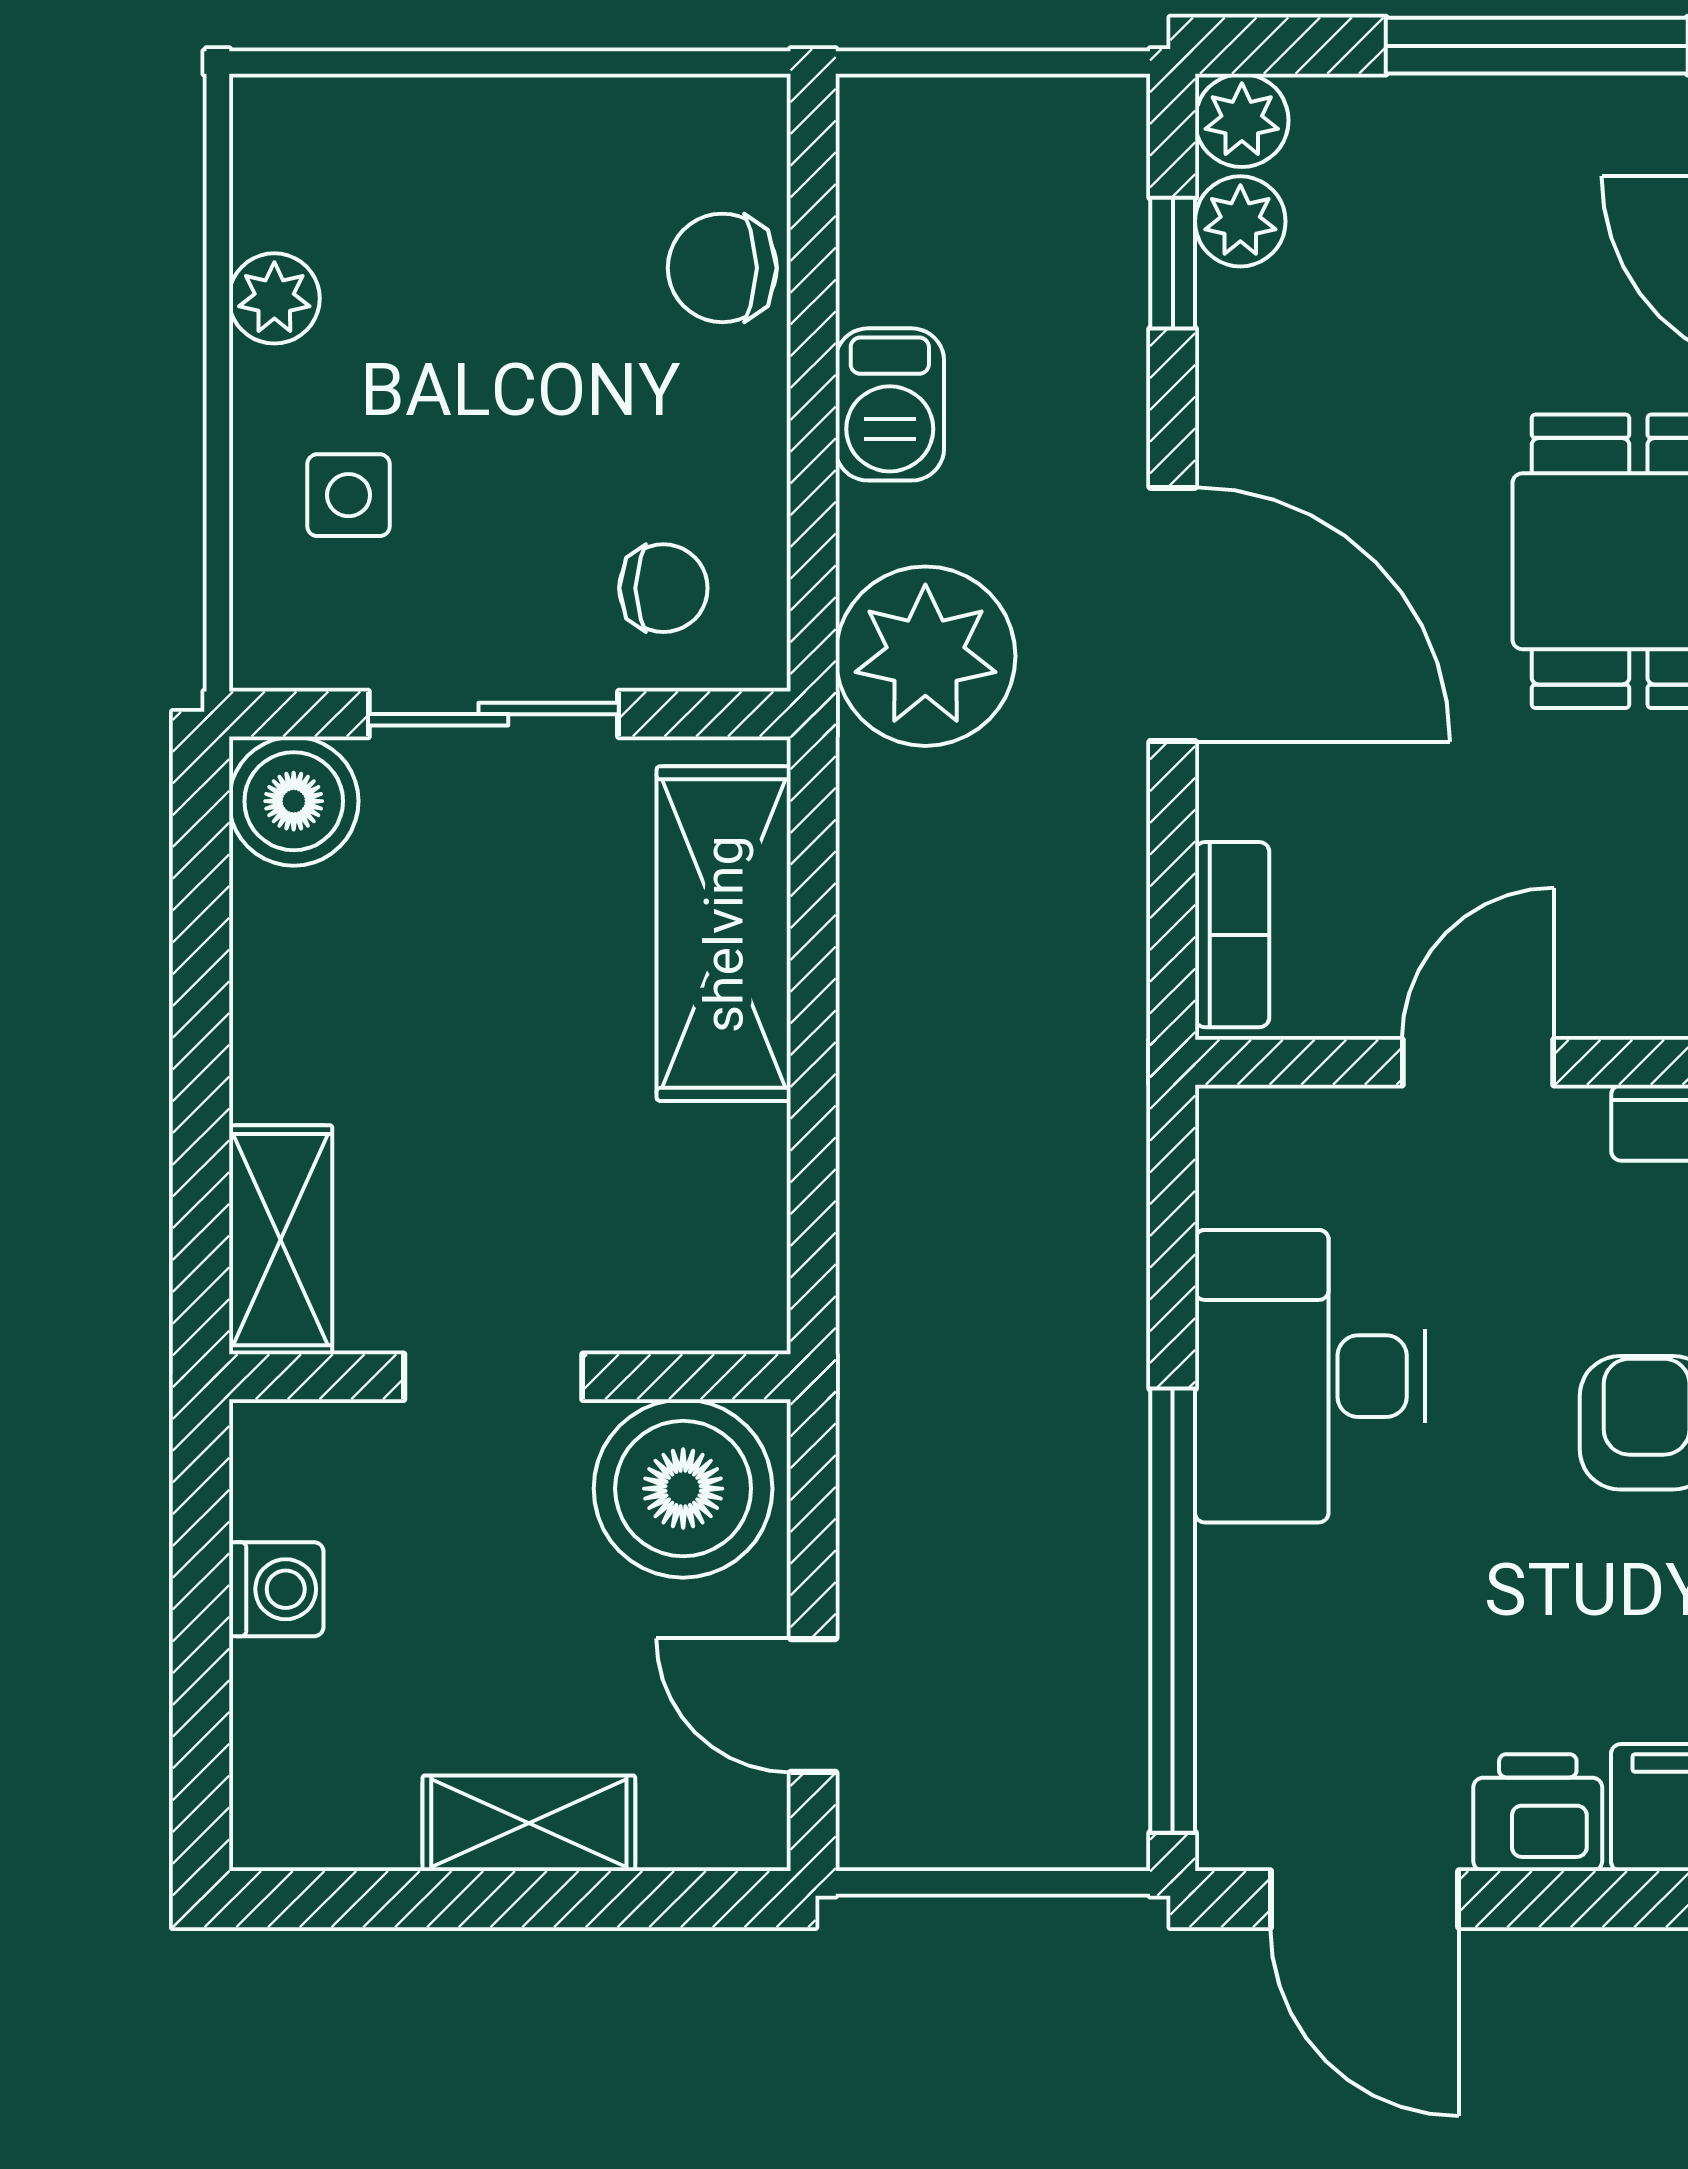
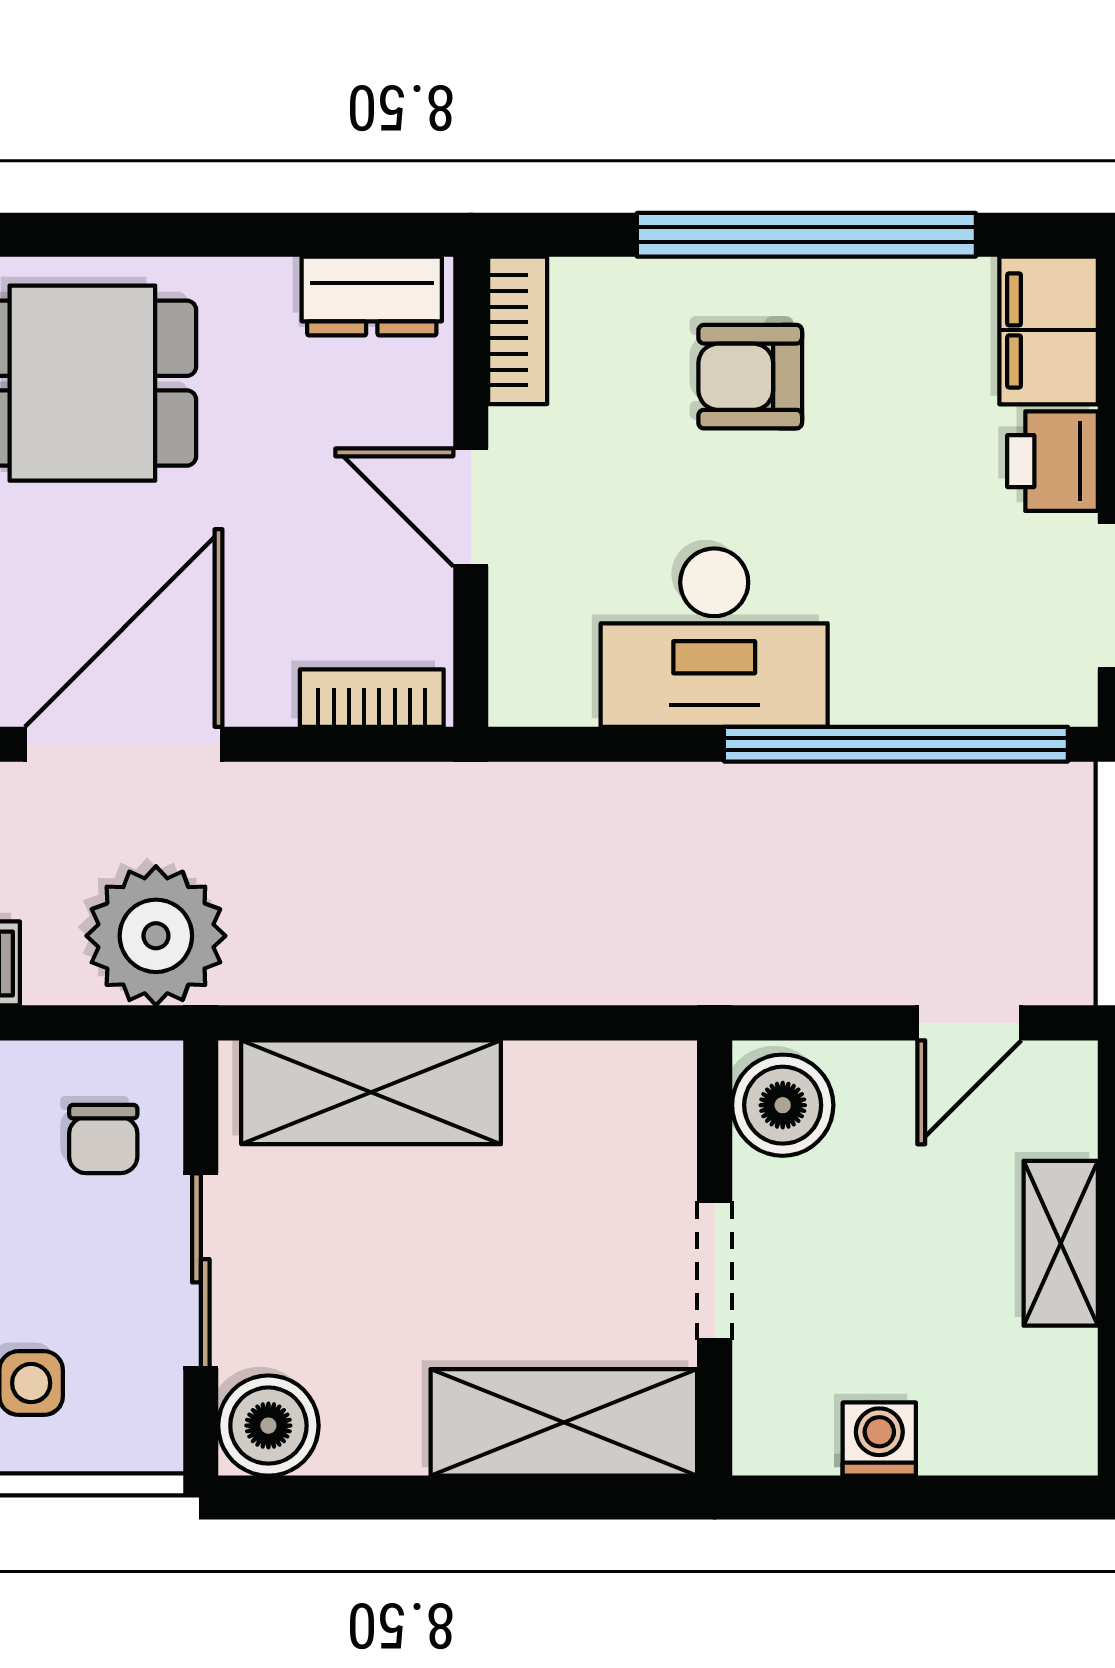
chair: (663, 588) -> (103, 1139), turned 180
shelving: (281, 1240) -> (564, 1422), width x1.50, depth x1.33
boiler: (683, 1489) -> (783, 1105), width x0.73, depth x0.73

